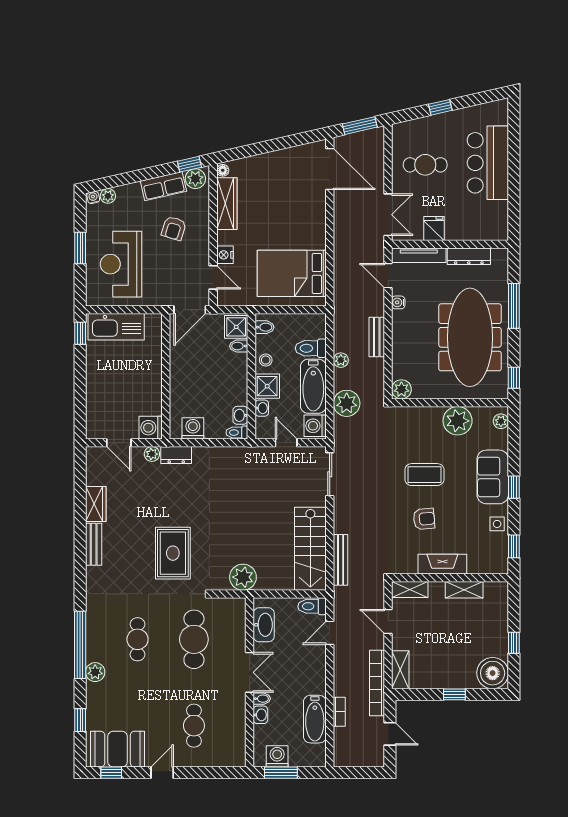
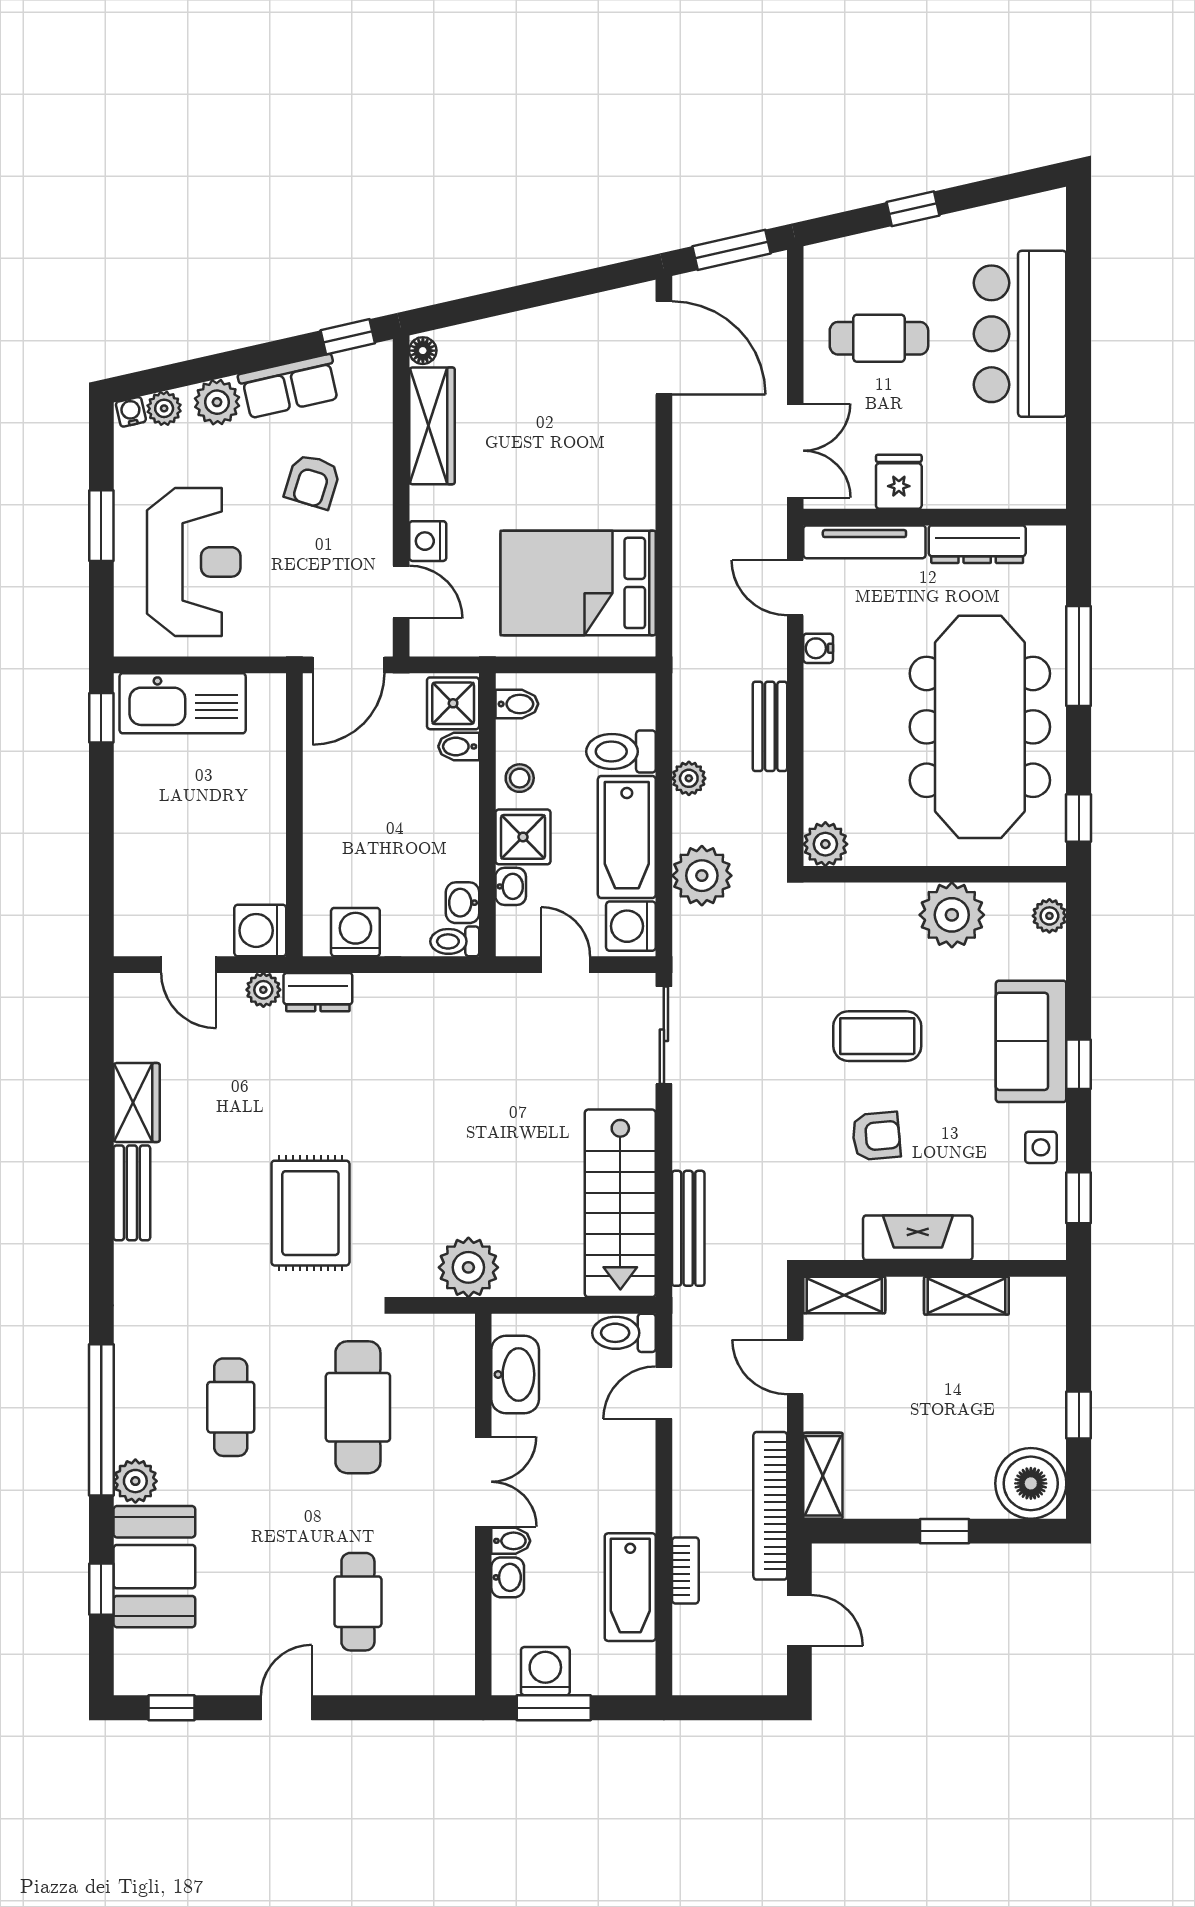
plant: (195, 179) -> (217, 402), moved
reception desk: (121, 264) -> (194, 562), turned 180
booth: (118, 749) -> (154, 1567), moved, turned 90

